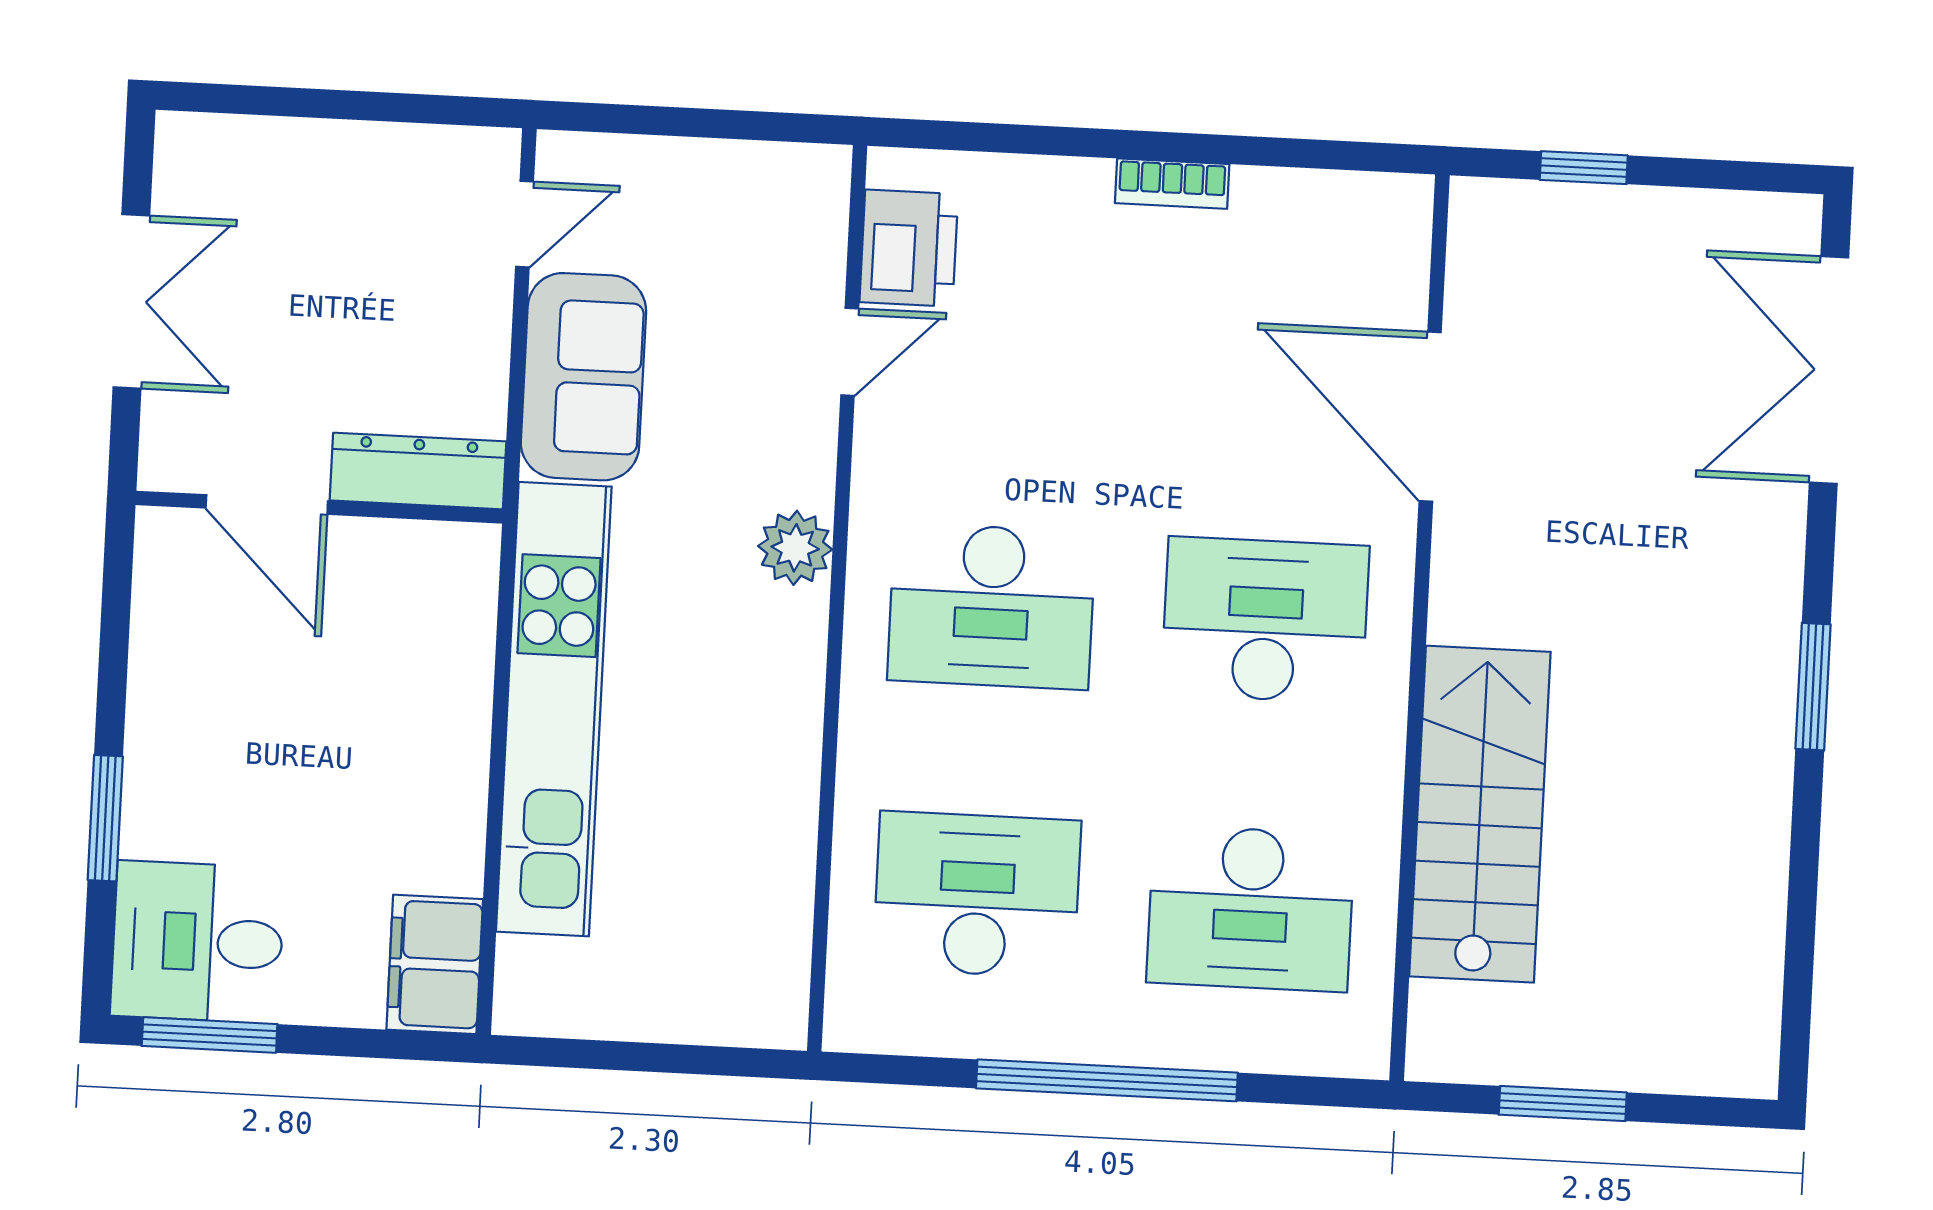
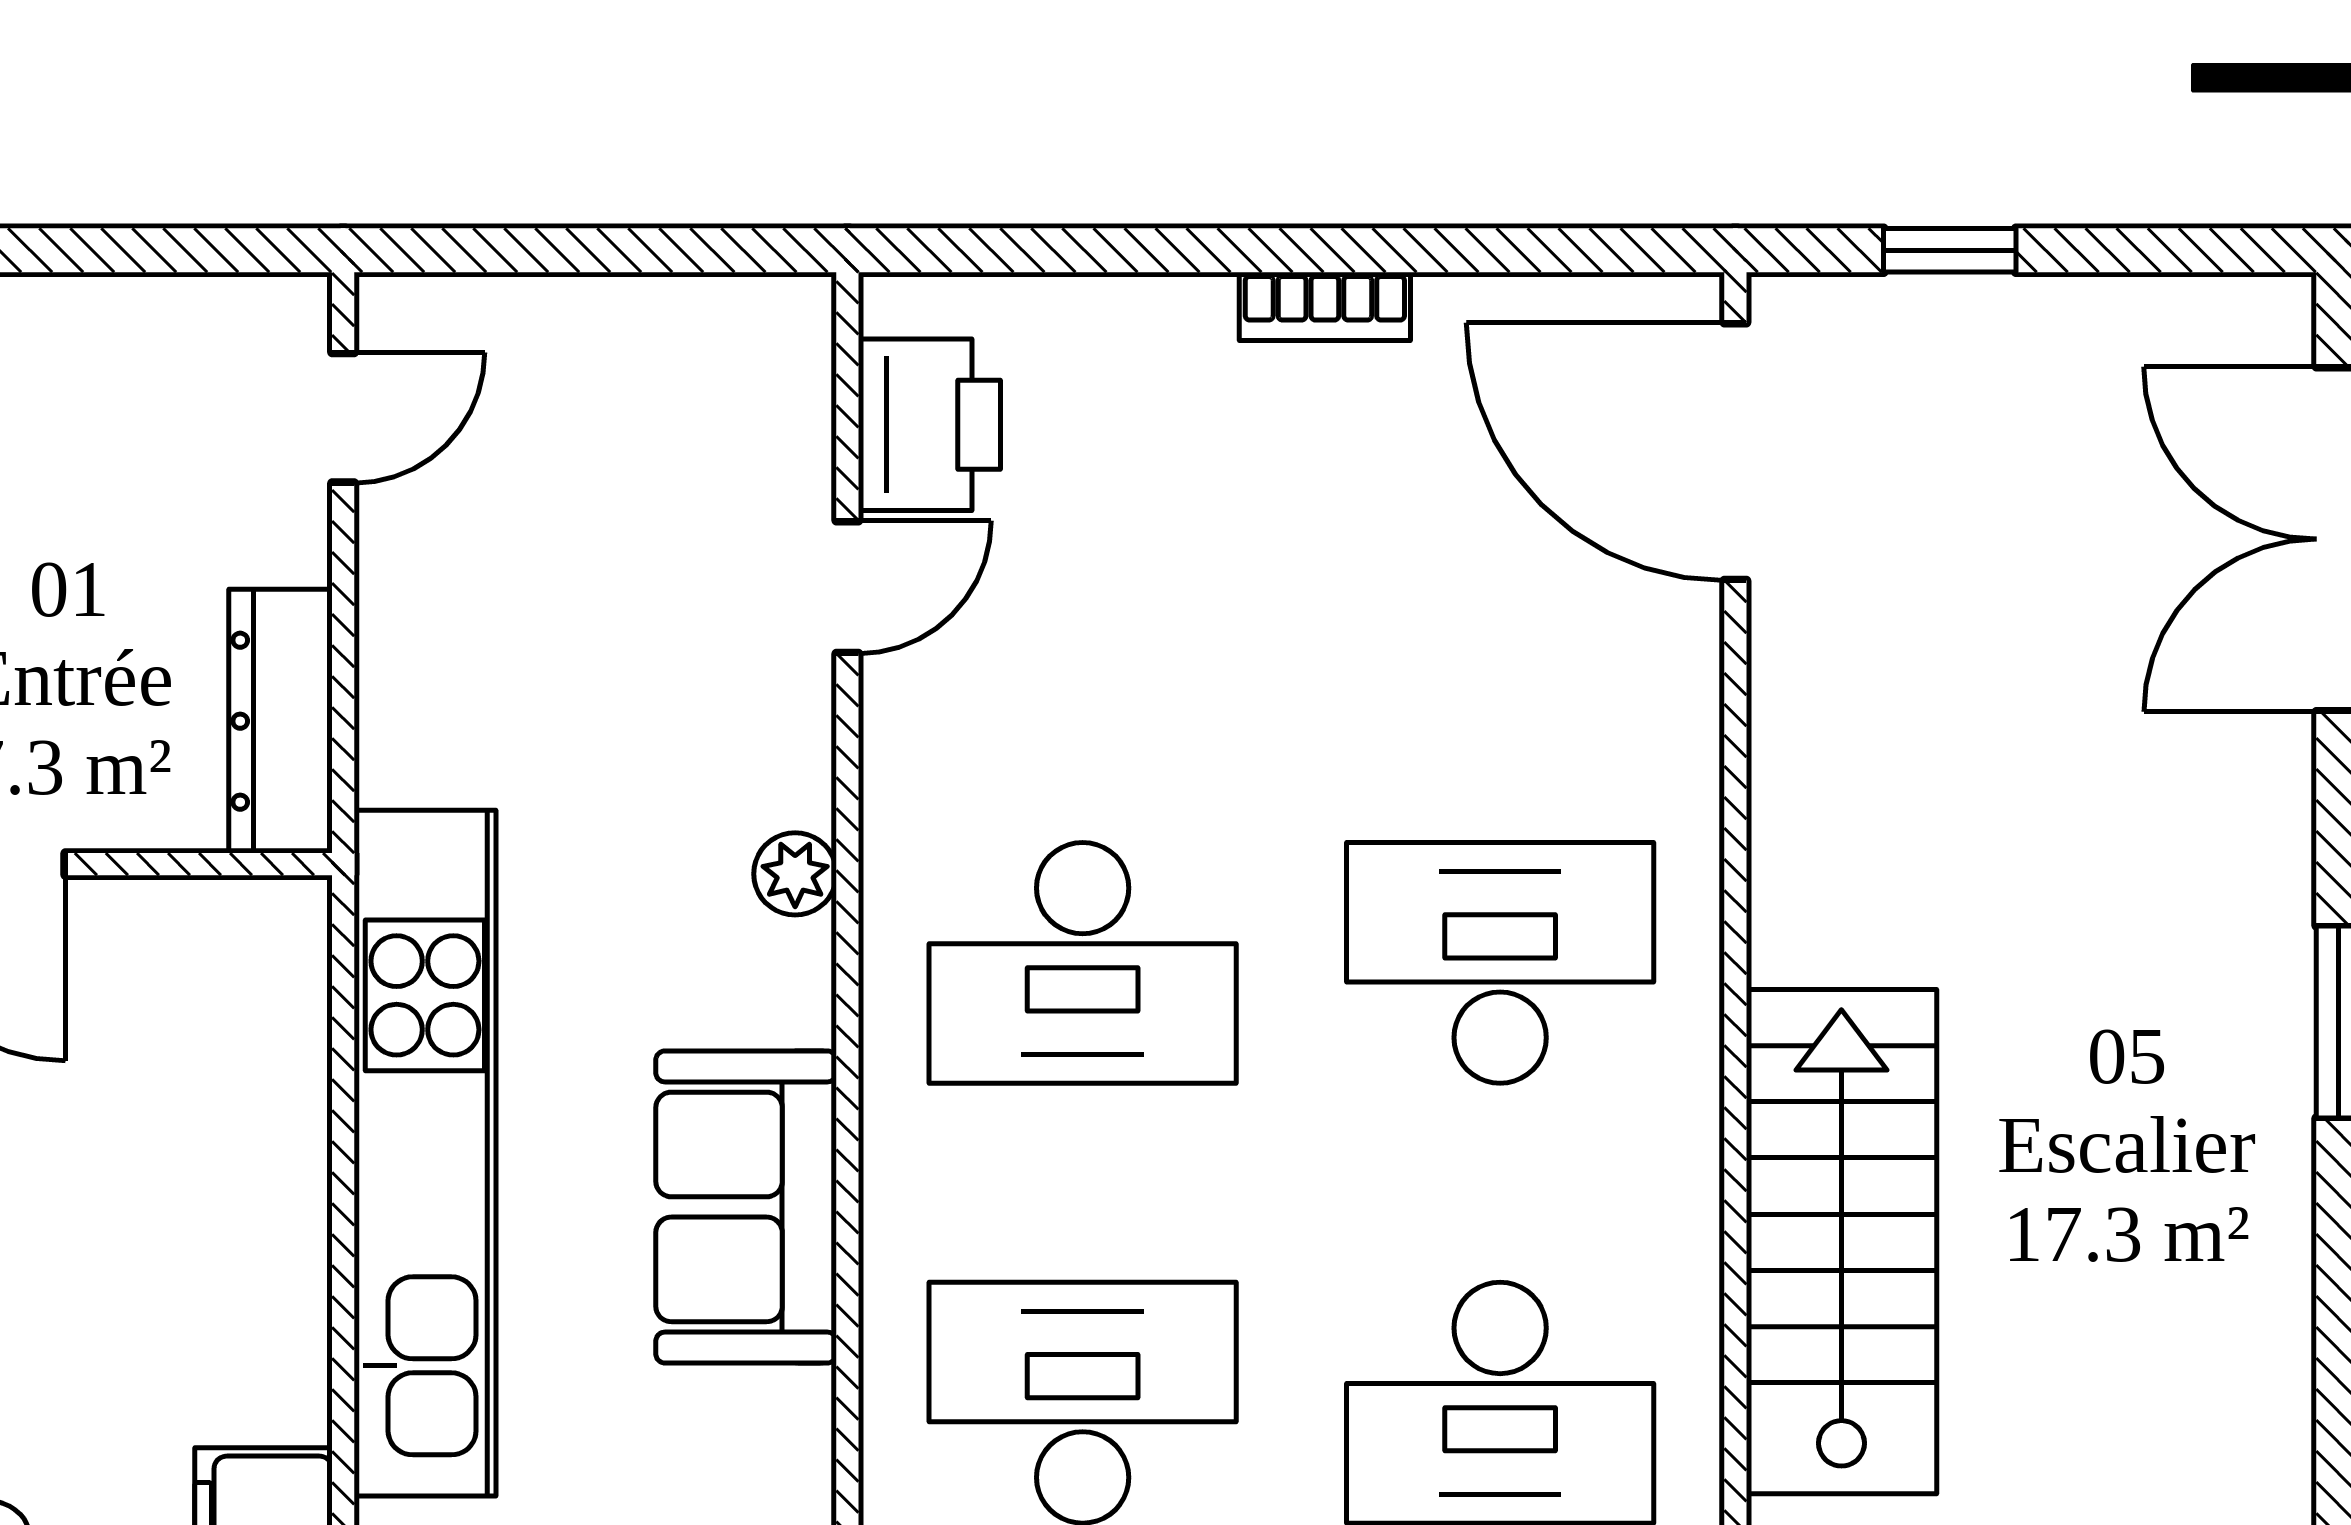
sofa: (583, 377) -> (746, 1207), moved, turned 180
door: (1430, 417) -> (1735, 452), moved
dresser: (418, 471) -> (280, 721), moved, turned -90
plant: (795, 548) -> (795, 874), width x0.73, depth x0.73

